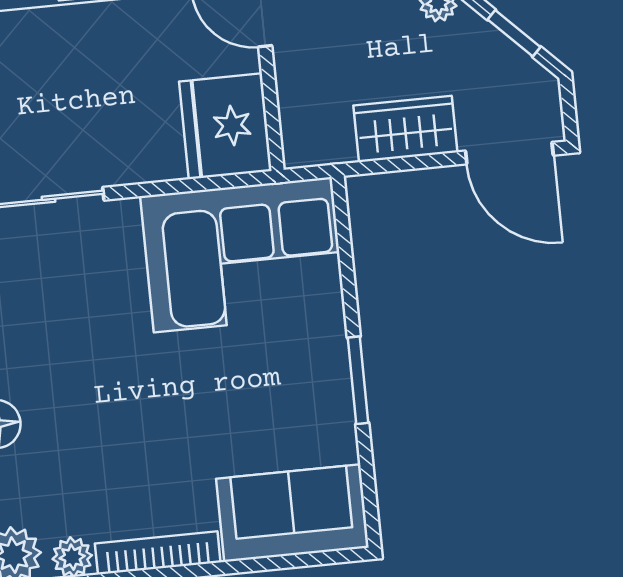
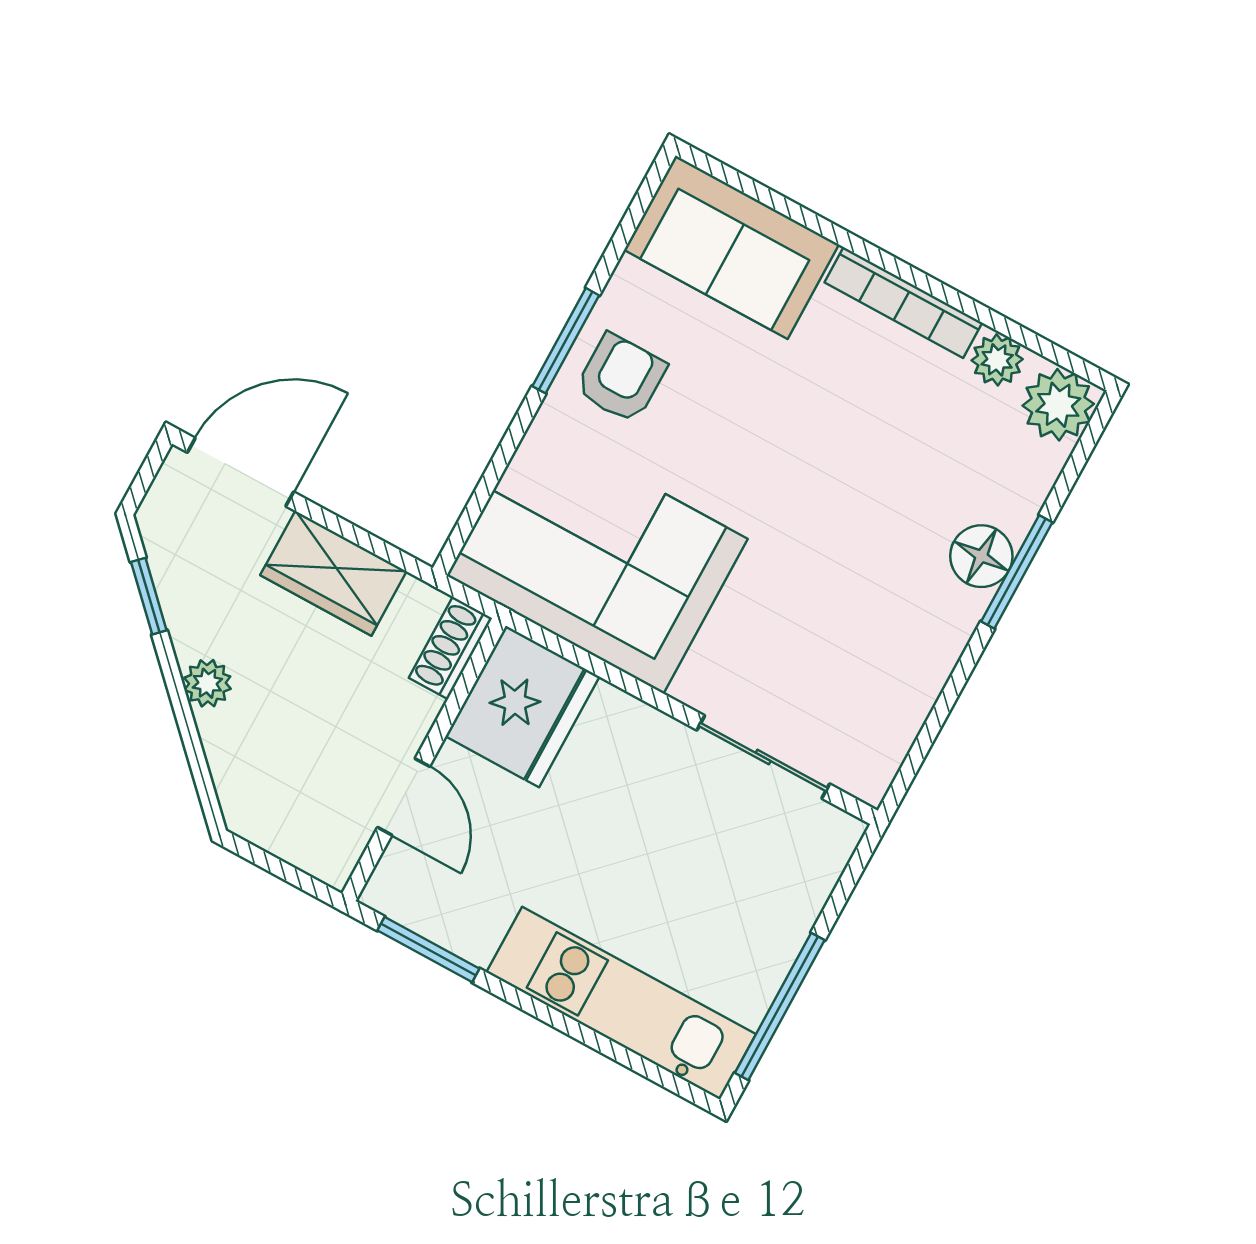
shoe rack: (297, 132) -> (450, 648), added
door: (509, 153) -> (241, 472), hinge flipped
armchair: (306, 380) -> (621, 378), added

